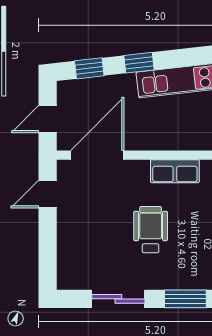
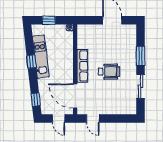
window: (139, 63) -> (31, 62), moved
row of seats: (175, 171) -> (82, 66), width x1.48
wheelchair: (151, 230) -> (109, 72), turned 180

